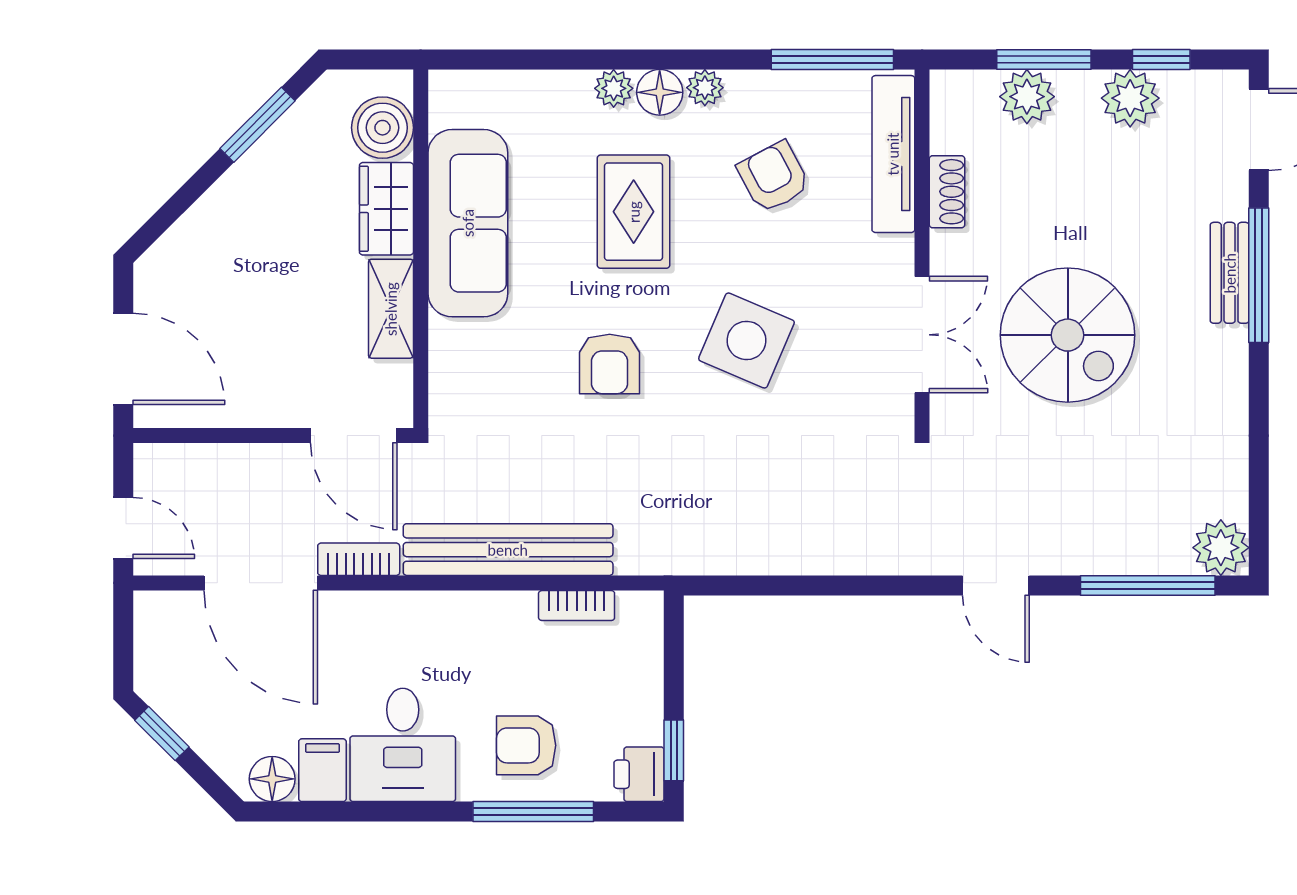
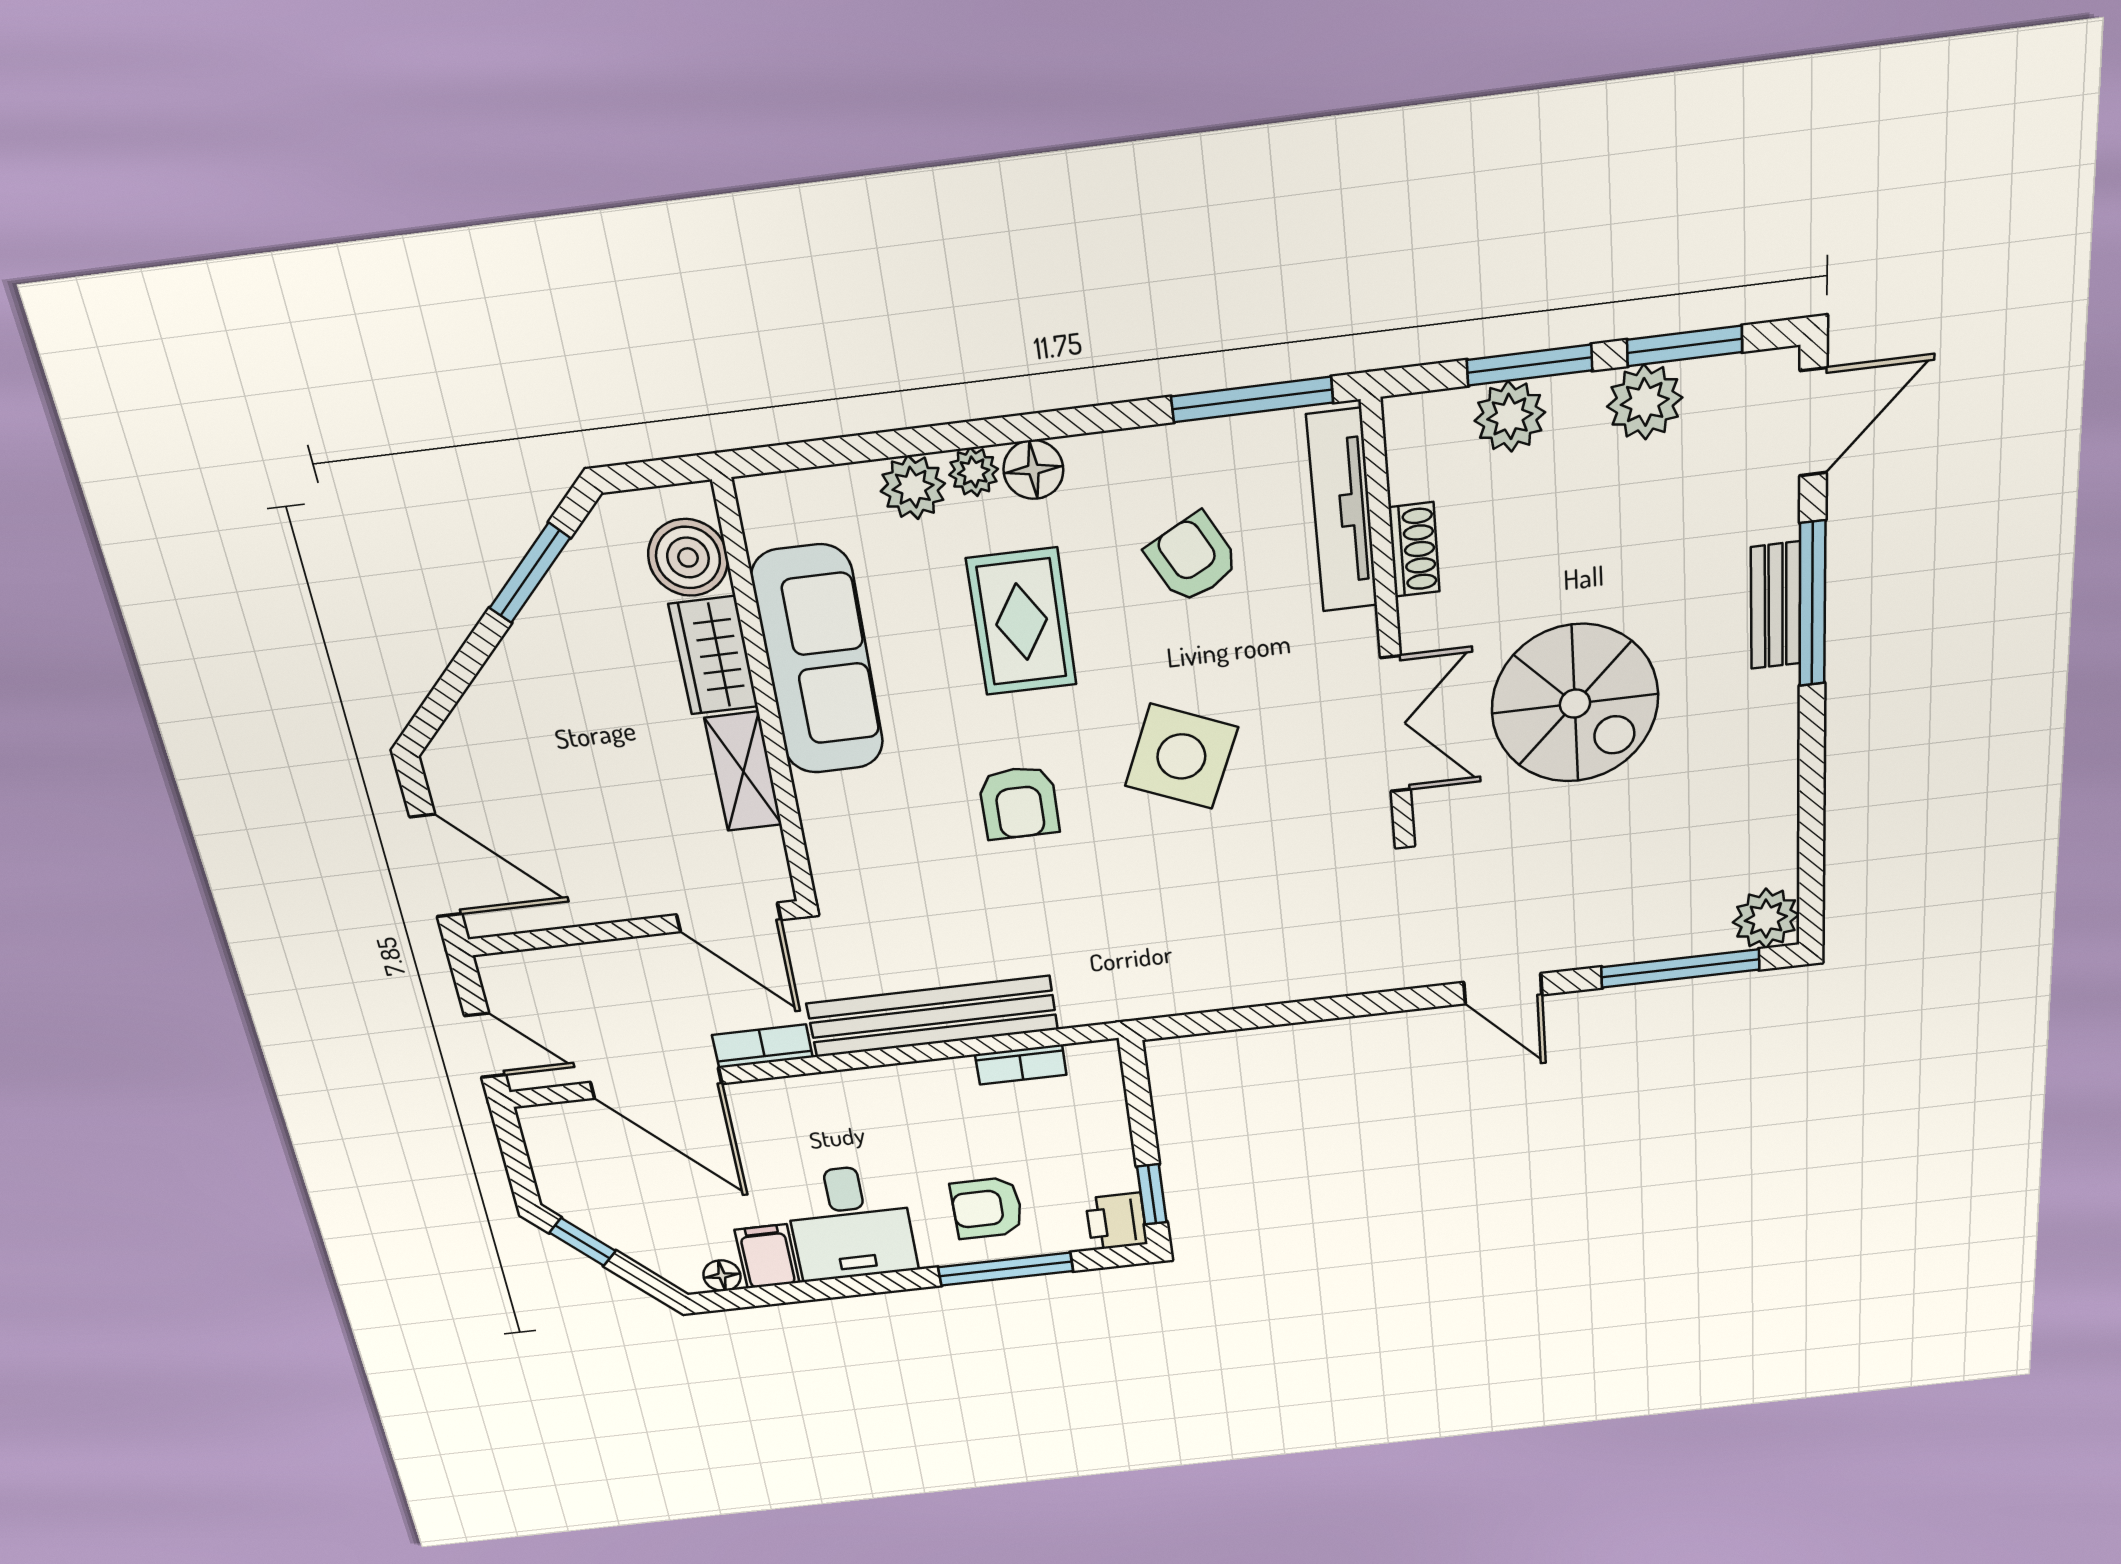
window: (1161, 60) -> (1685, 346), width x1.50
plant: (705, 88) -> (913, 487), moved, width x1.38, depth x1.38
floor lamp: (272, 779) -> (722, 1276), width x0.73, depth x0.73

